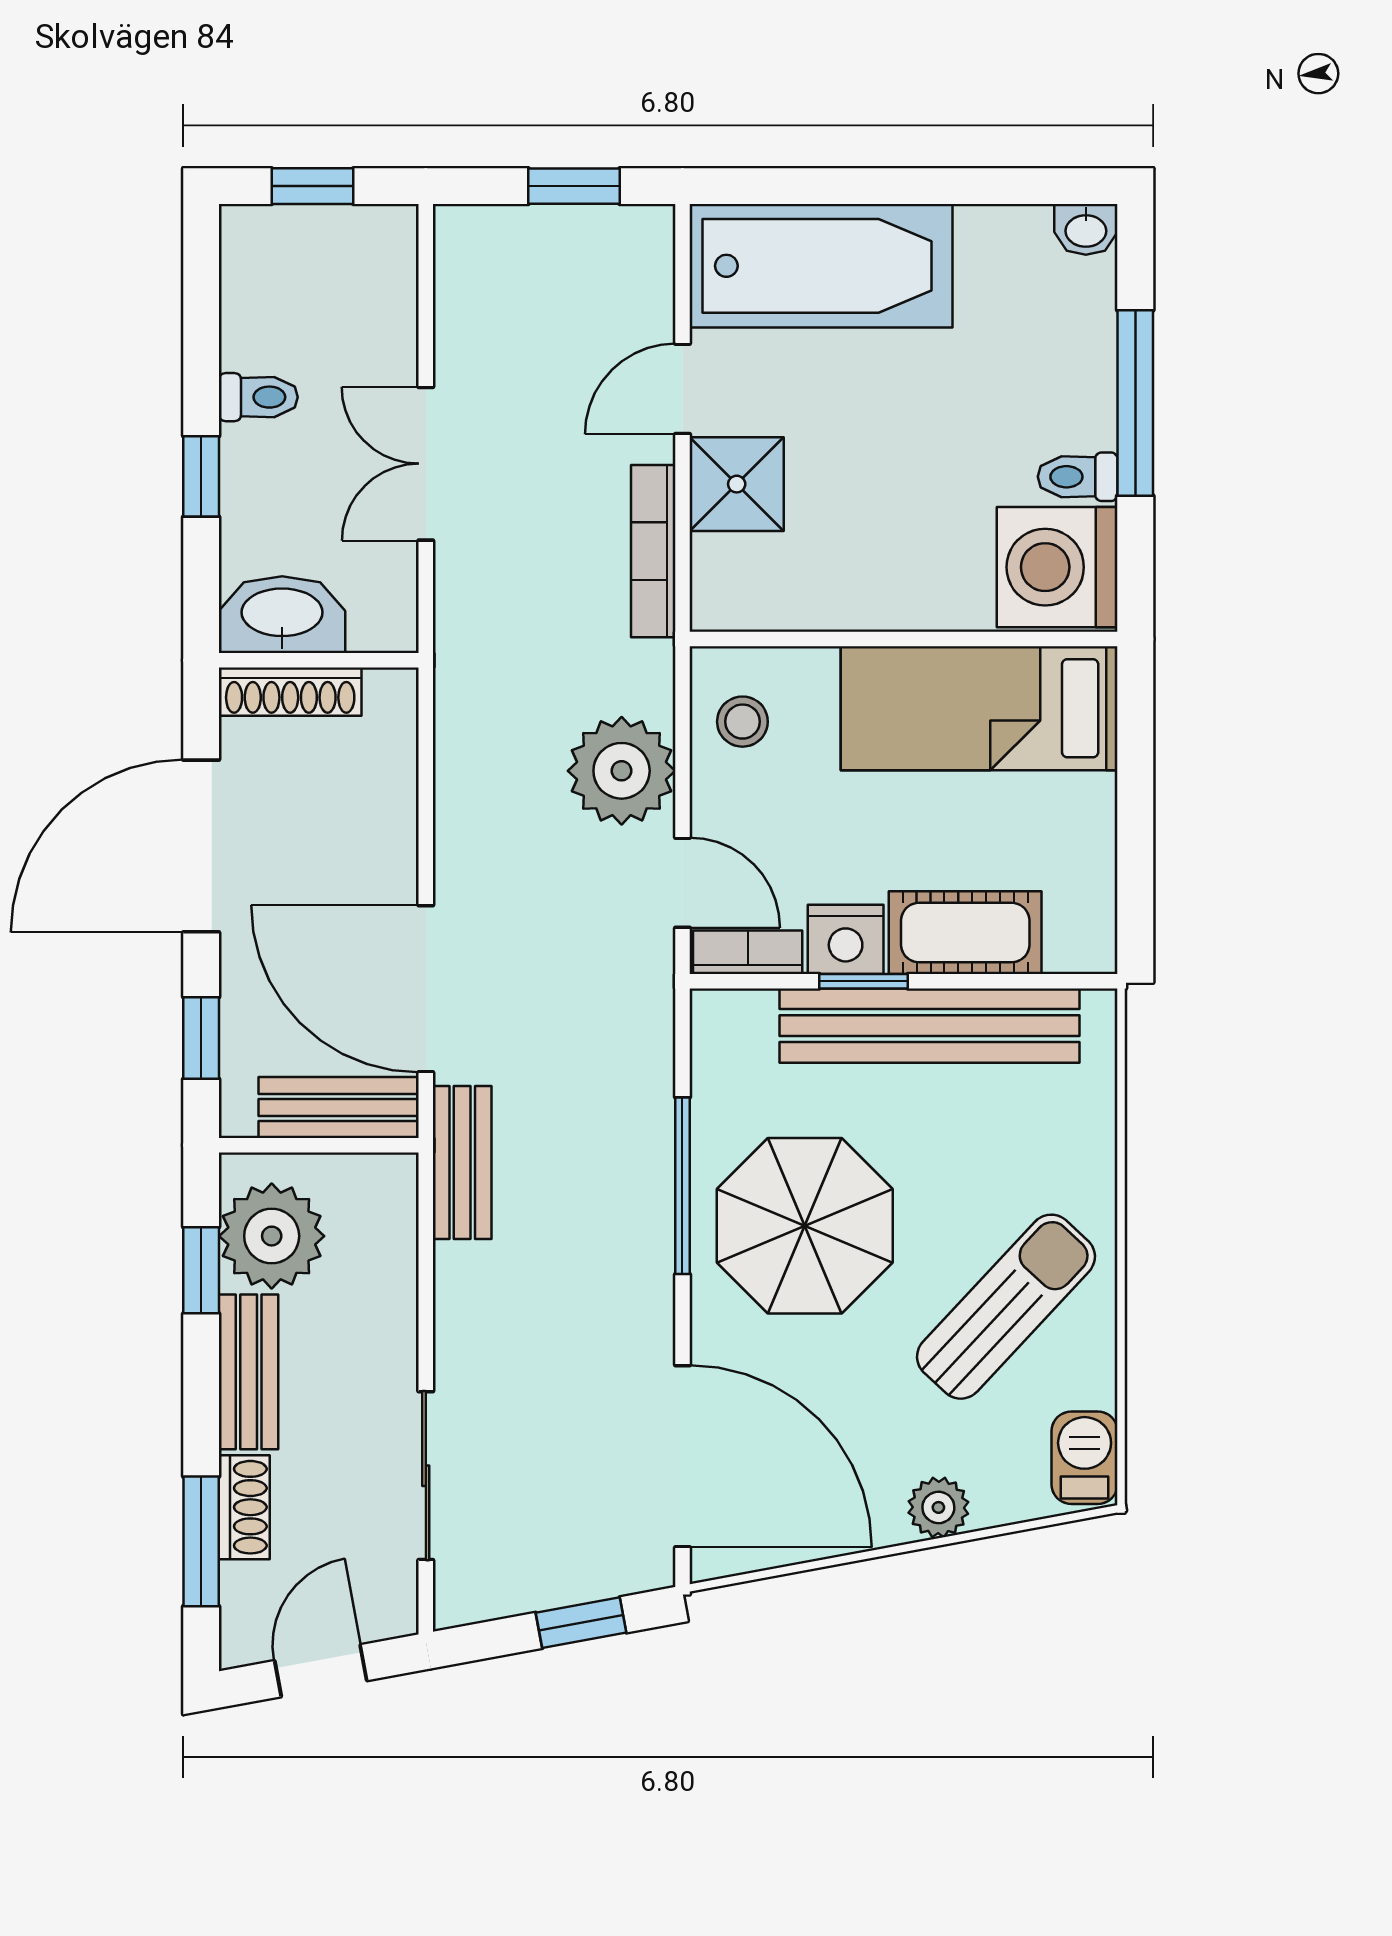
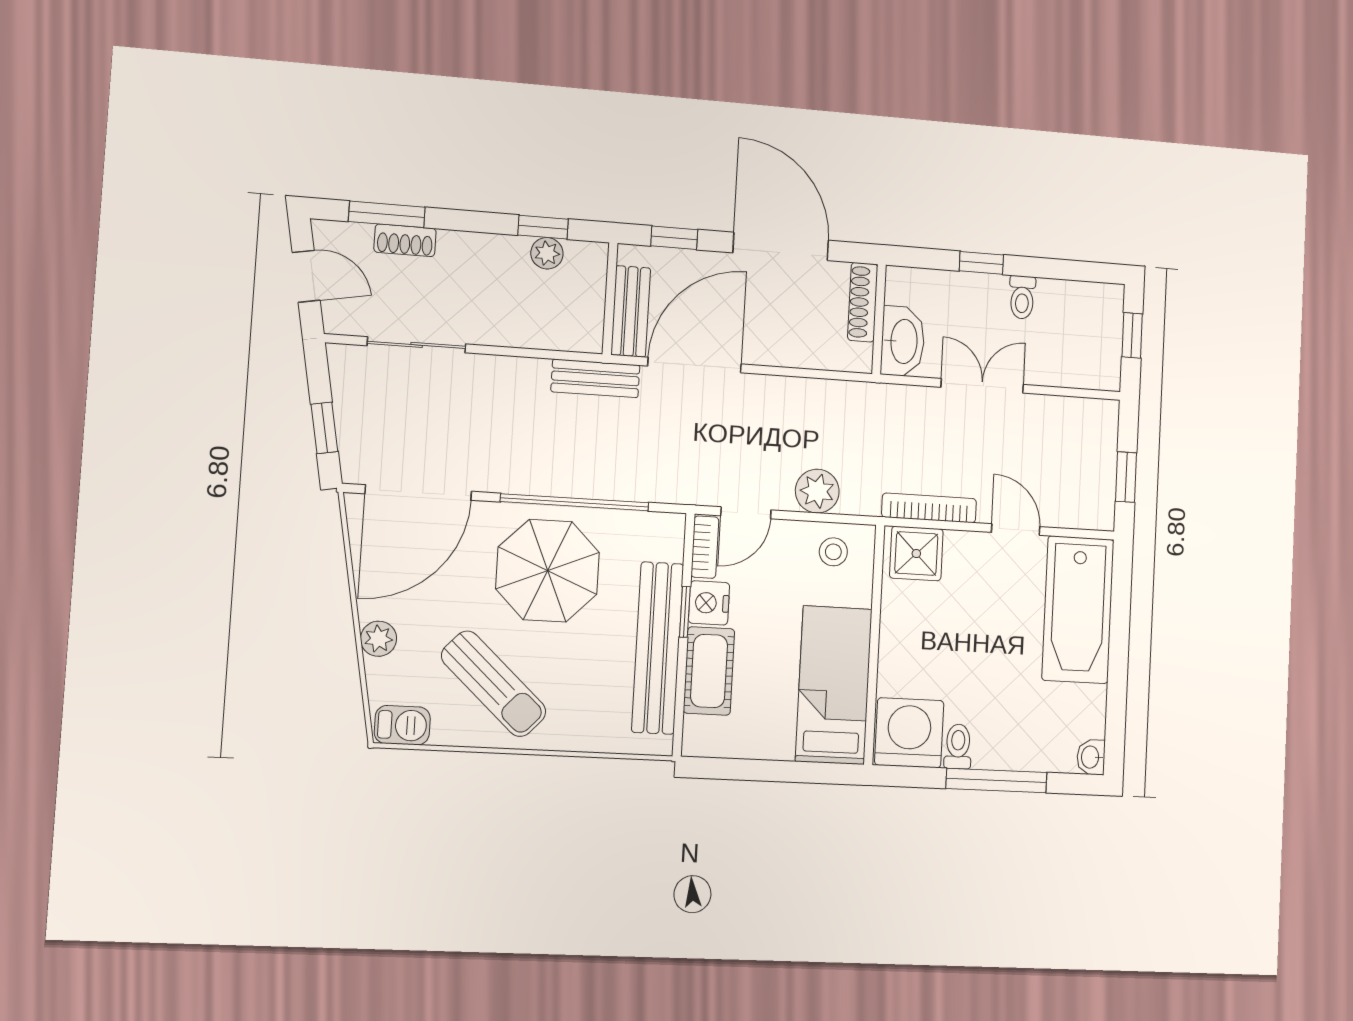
shower: (737, 484) -> (916, 554), moved
washbasin: (282, 615) -> (903, 341), moved
plant: (622, 771) -> (817, 491), width x0.73, depth x0.73
window: (682, 1186) -> (575, 502), width x1.46
plant: (272, 1236) -> (547, 253), width x0.53, depth x0.53
bench: (249, 1372) -> (483, 249), removed

